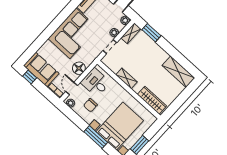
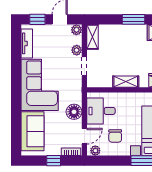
window: (151, 33) -> (133, 19), moved
sofa: (41, 70) -> (33, 131), moved, turned 90
window: (30, 77) -> (54, 161), moved
door: (72, 89) -> (84, 136), swing flipped

